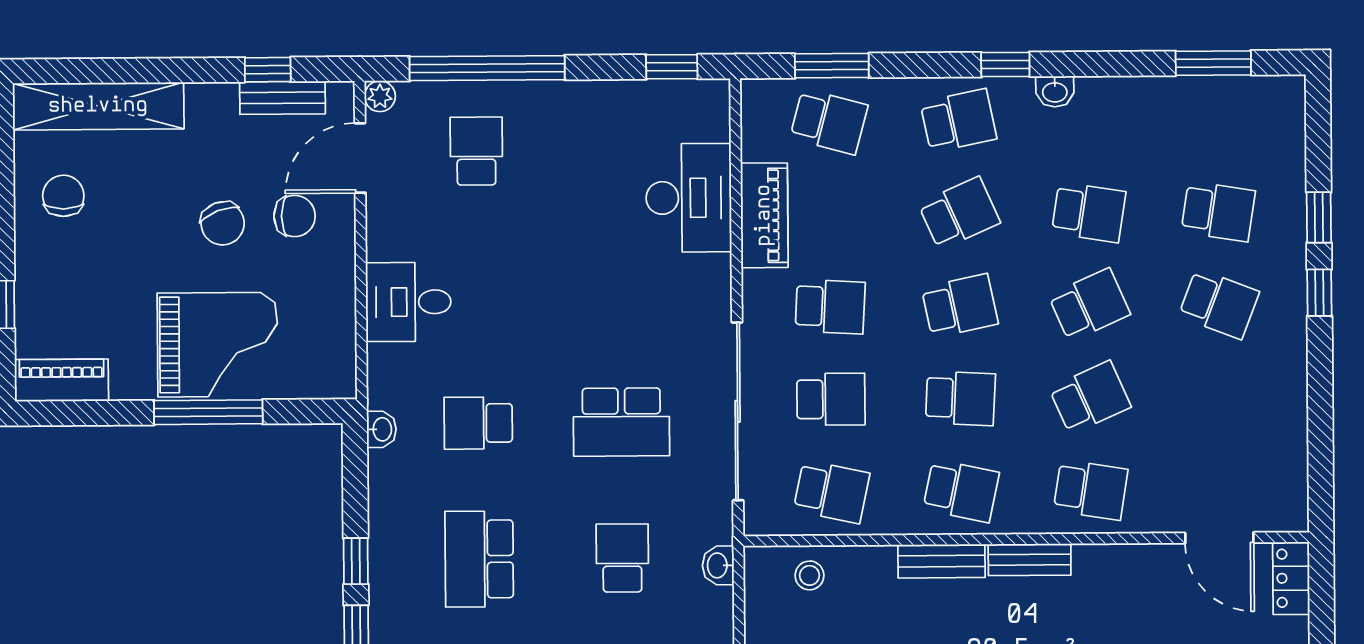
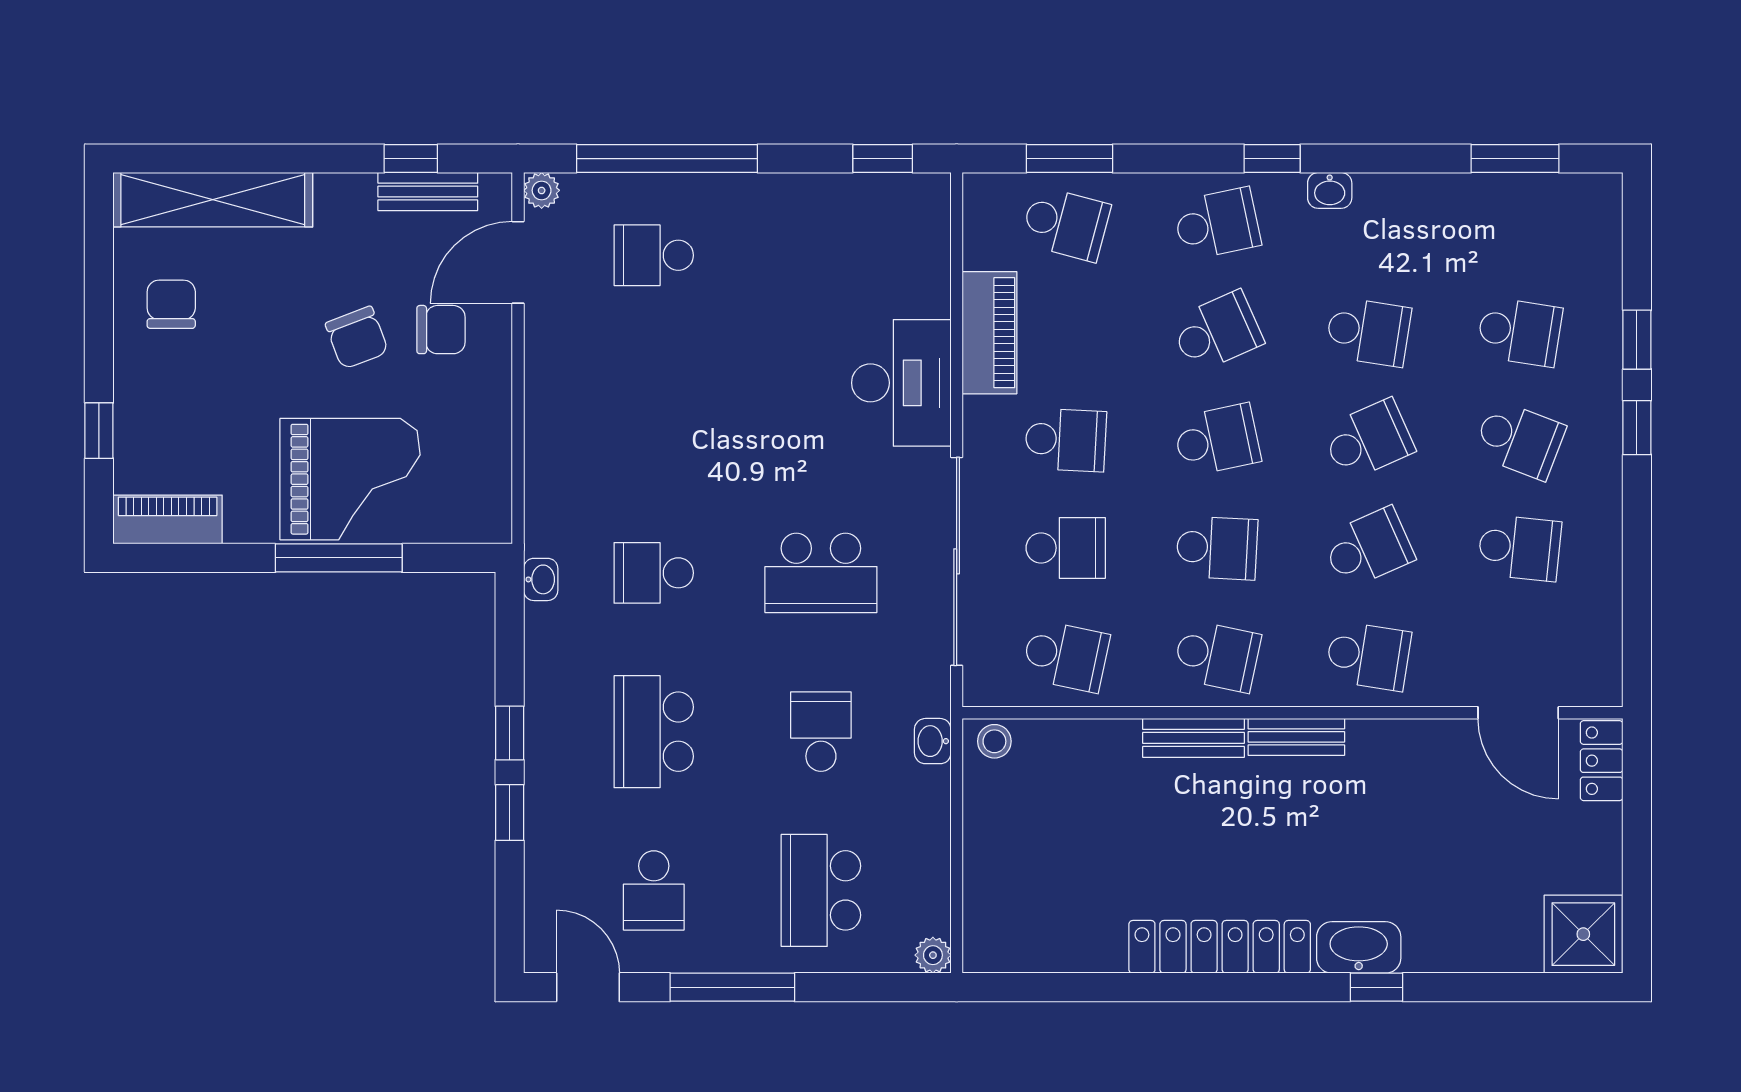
school desk: (476, 151) -> (654, 255), turned -90
desk: (689, 198) -> (901, 383), moved
desk: (408, 302) -> (573, 431), removed
school desk: (1220, 397) -> (1520, 548), added
stool: (809, 575) -> (994, 741), moved

